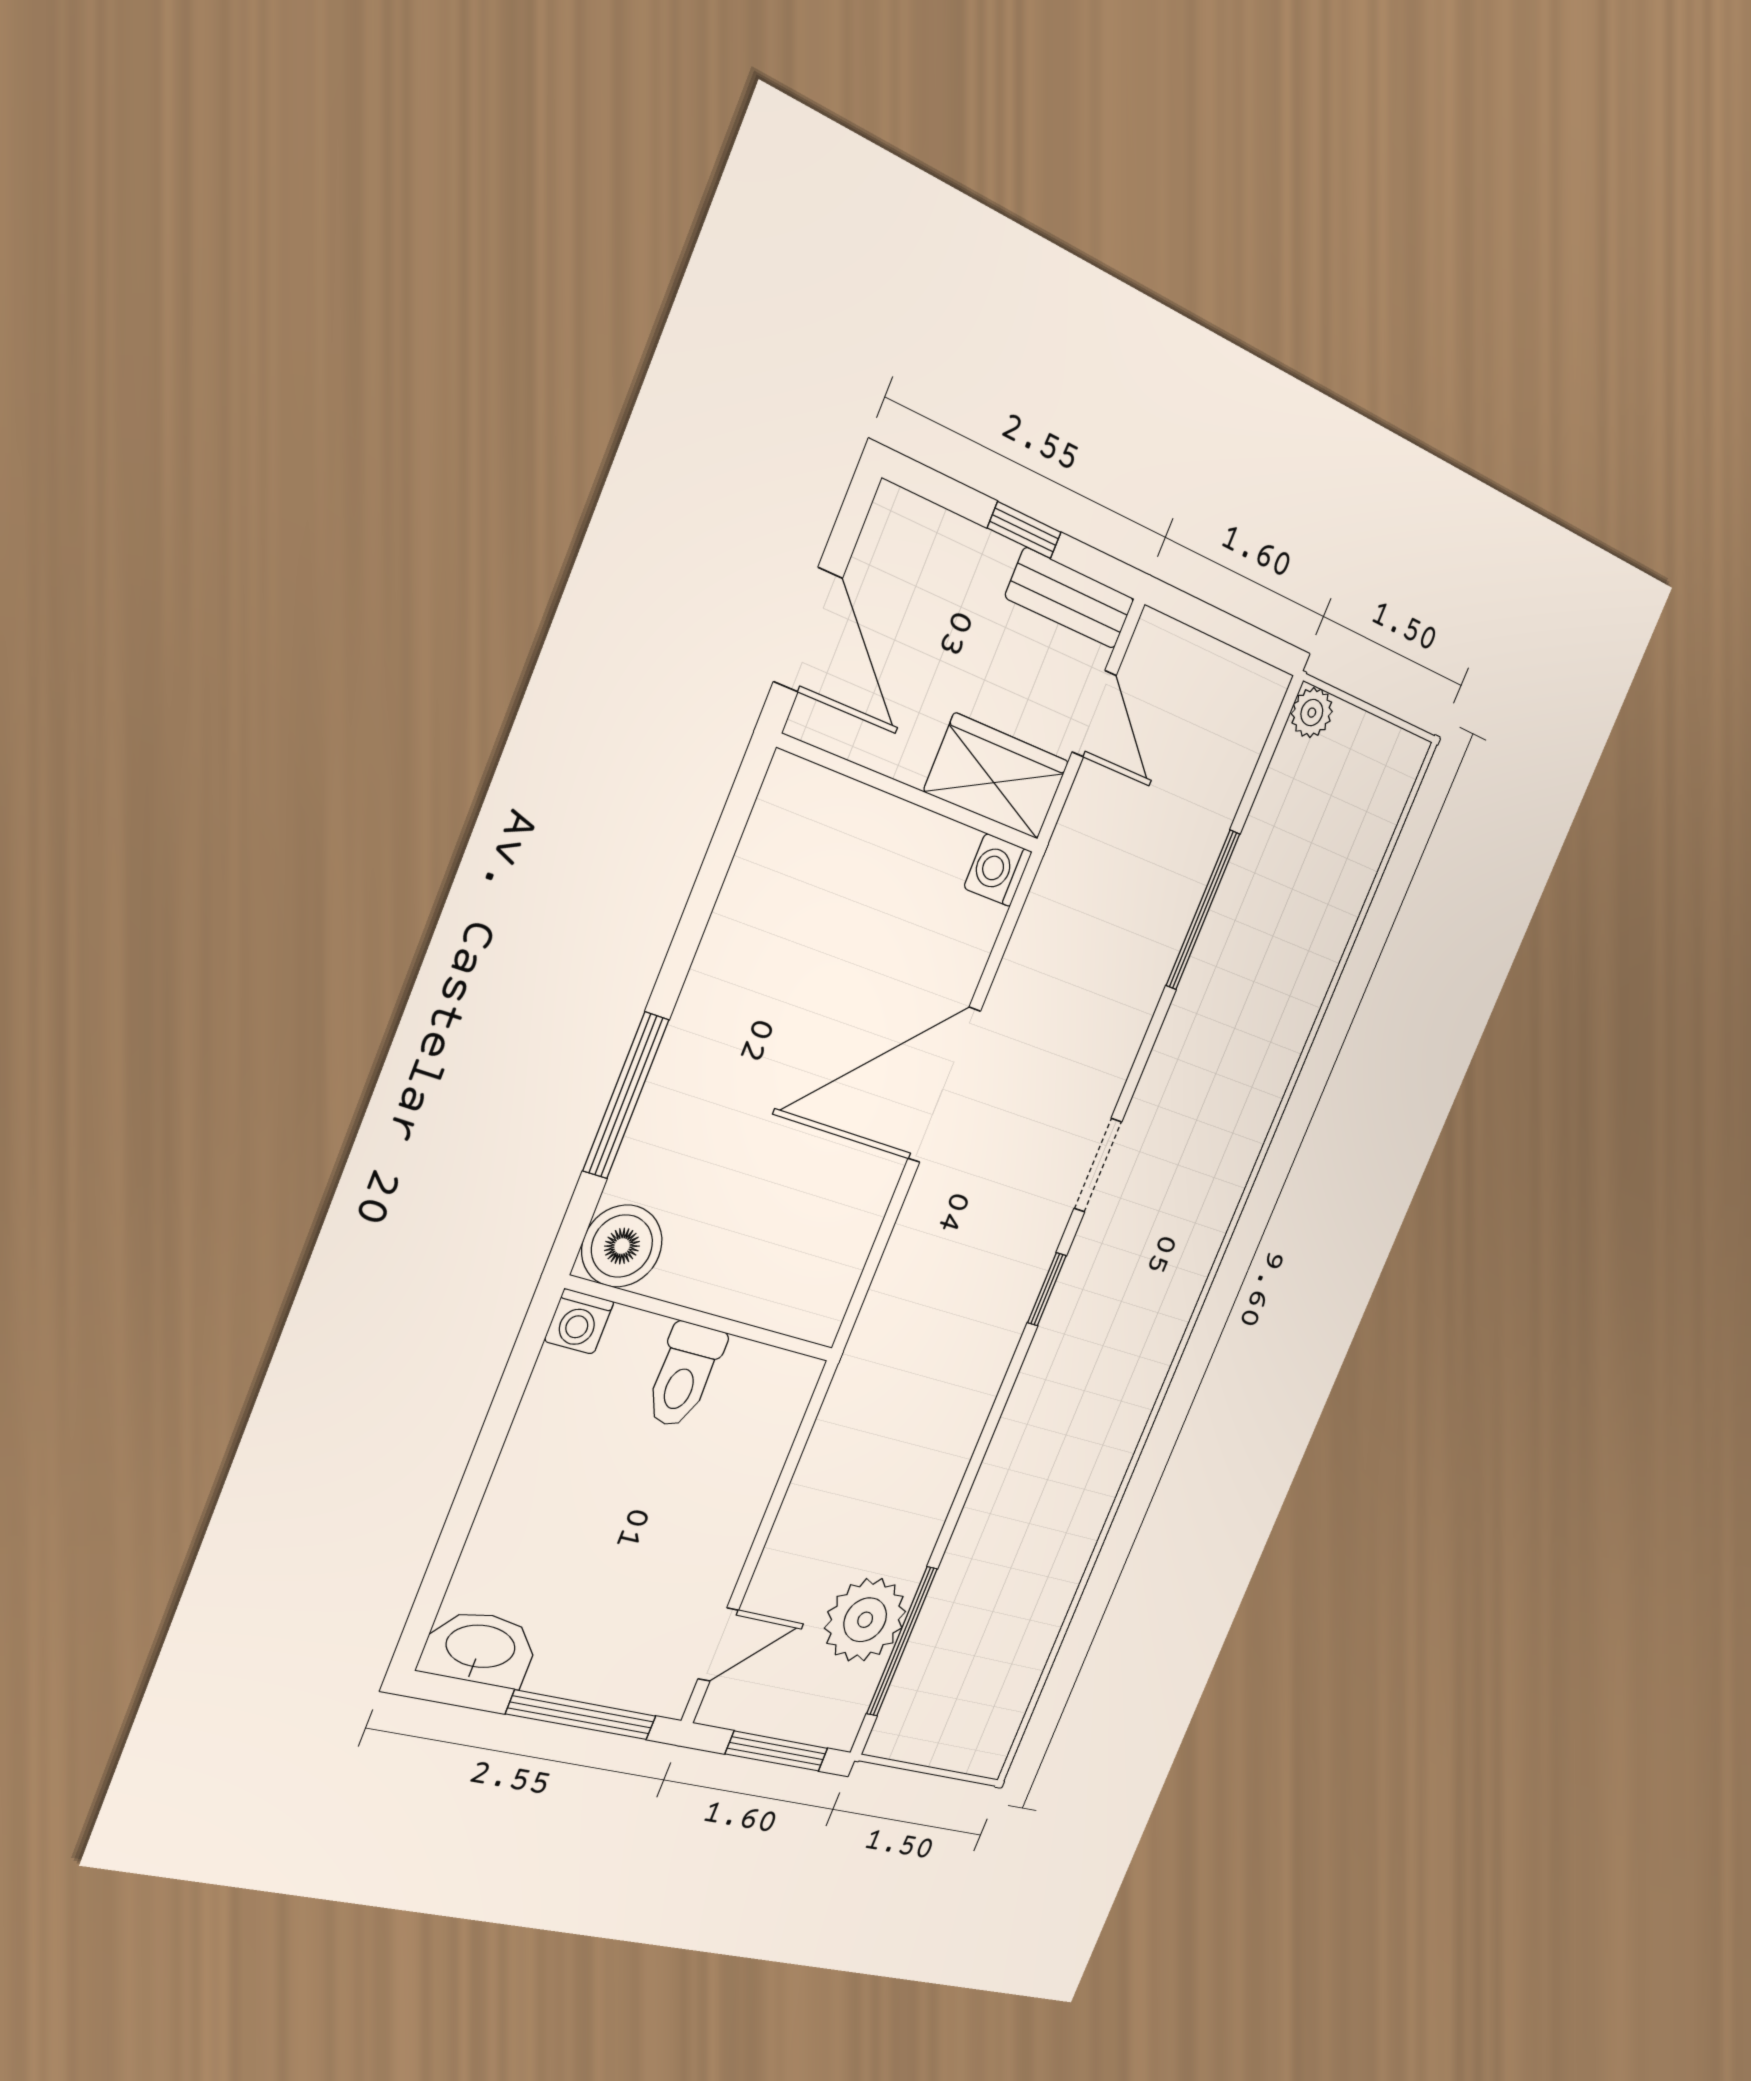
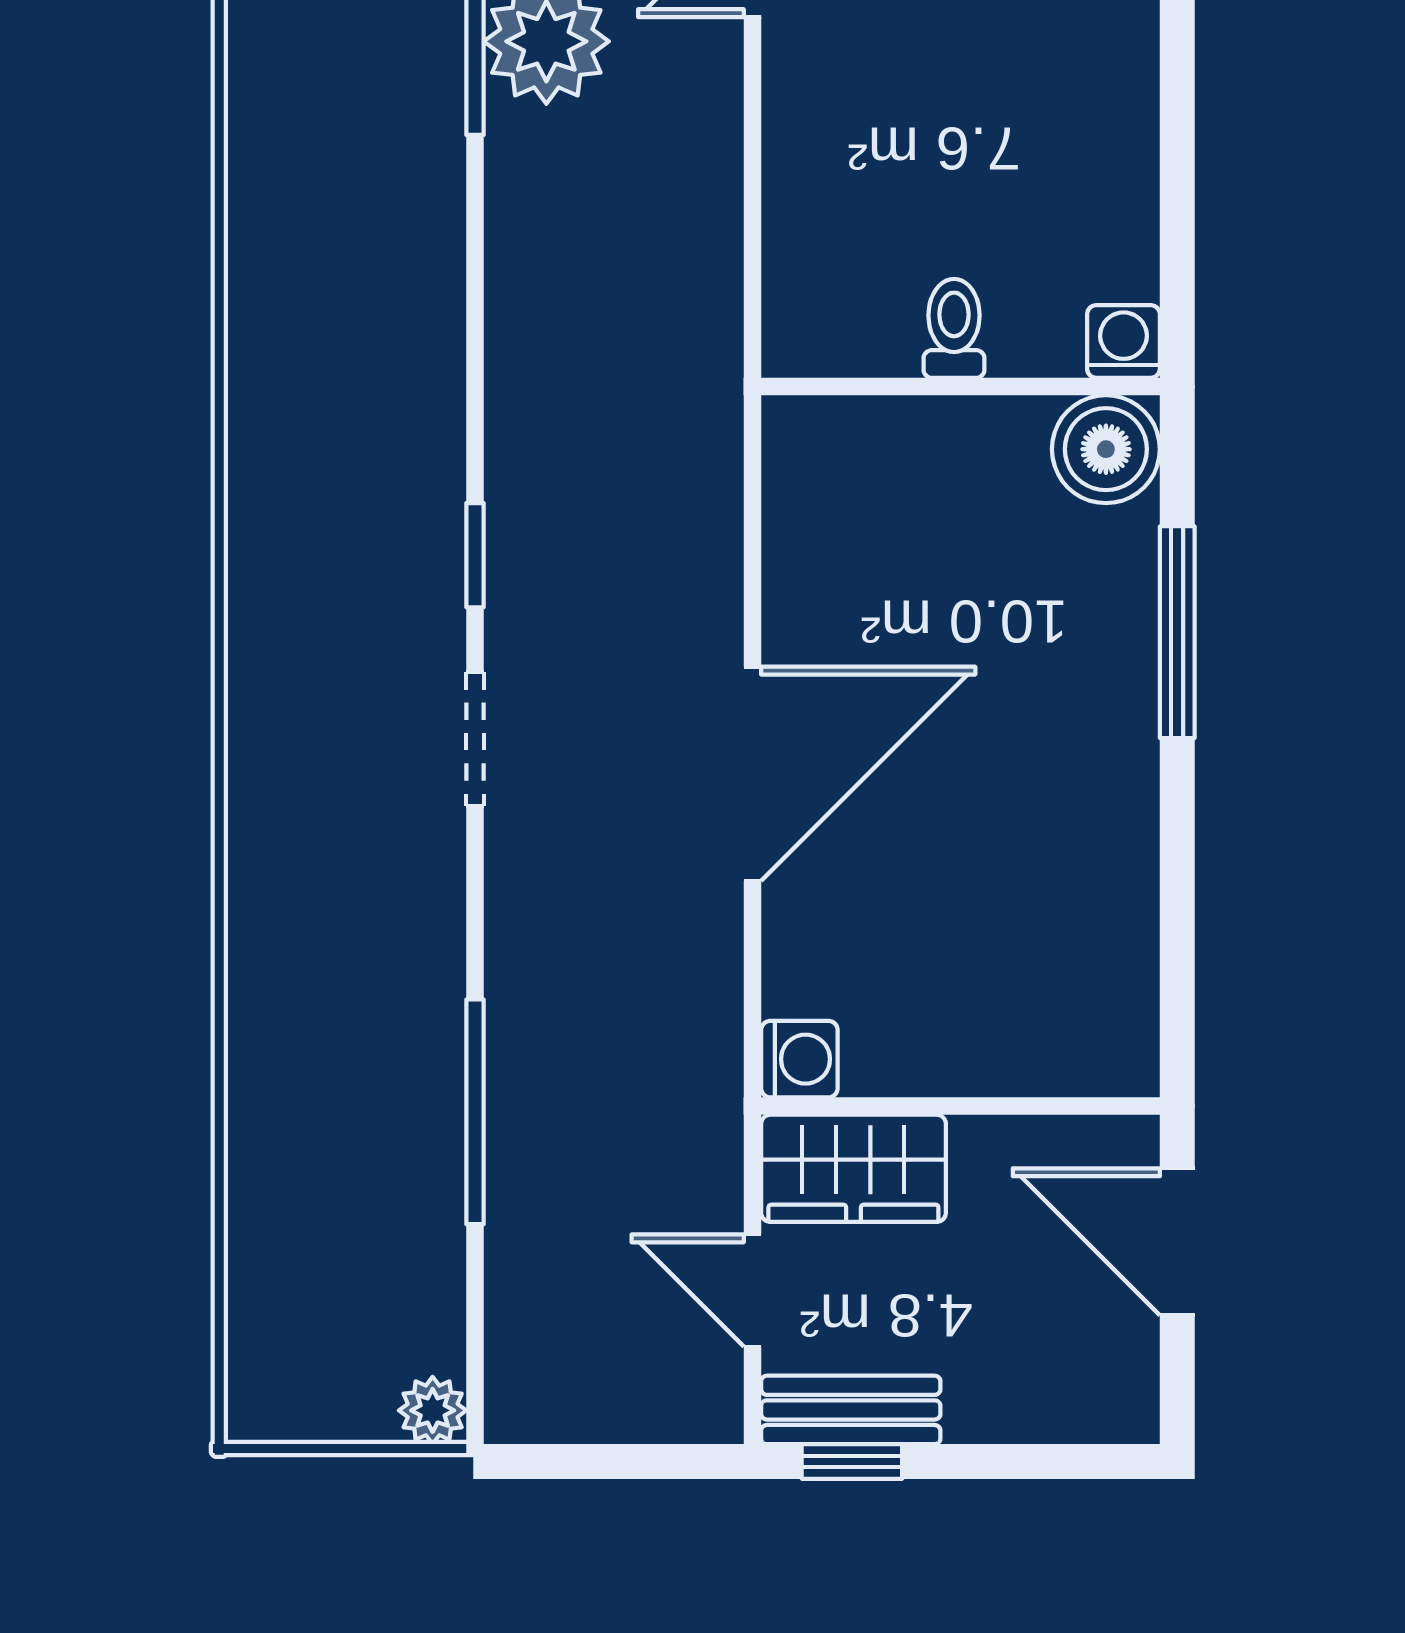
window: (1024, 530) -> (852, 1461), moved
toilet: (684, 1375) -> (954, 328), width x0.73, depth x0.72

